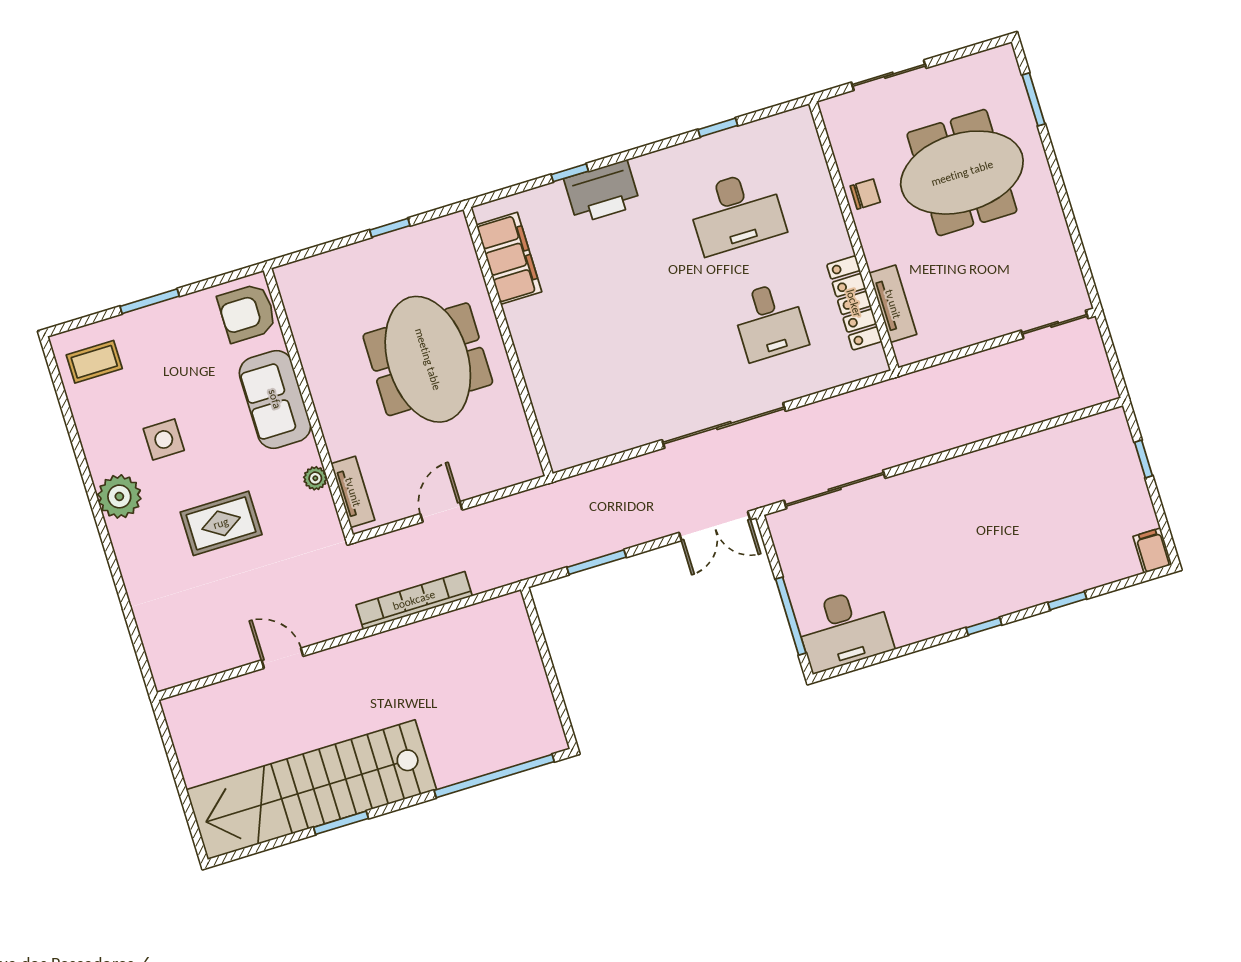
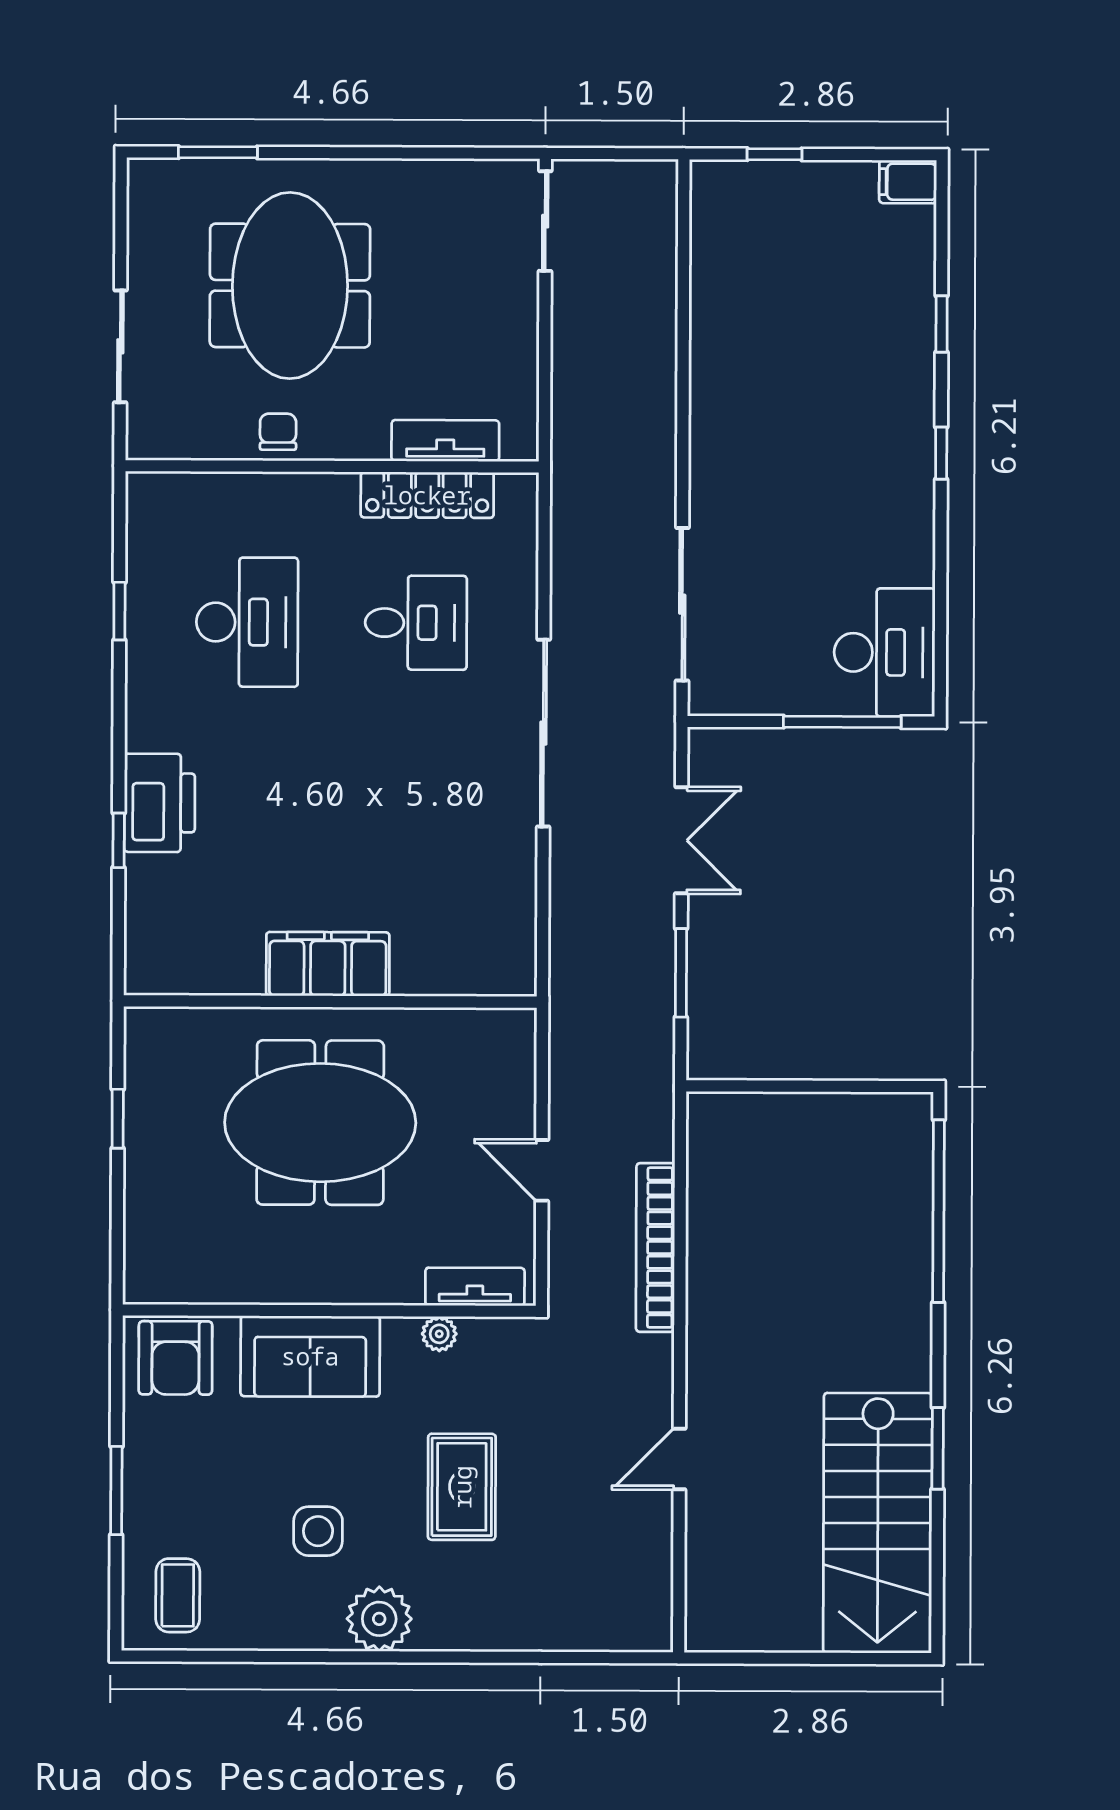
filing cabinet: (509, 258) -> (328, 964), moved
double door: (715, 526) -> (681, 840), moved
stairs: (311, 790) -> (878, 1523), width x0.73

